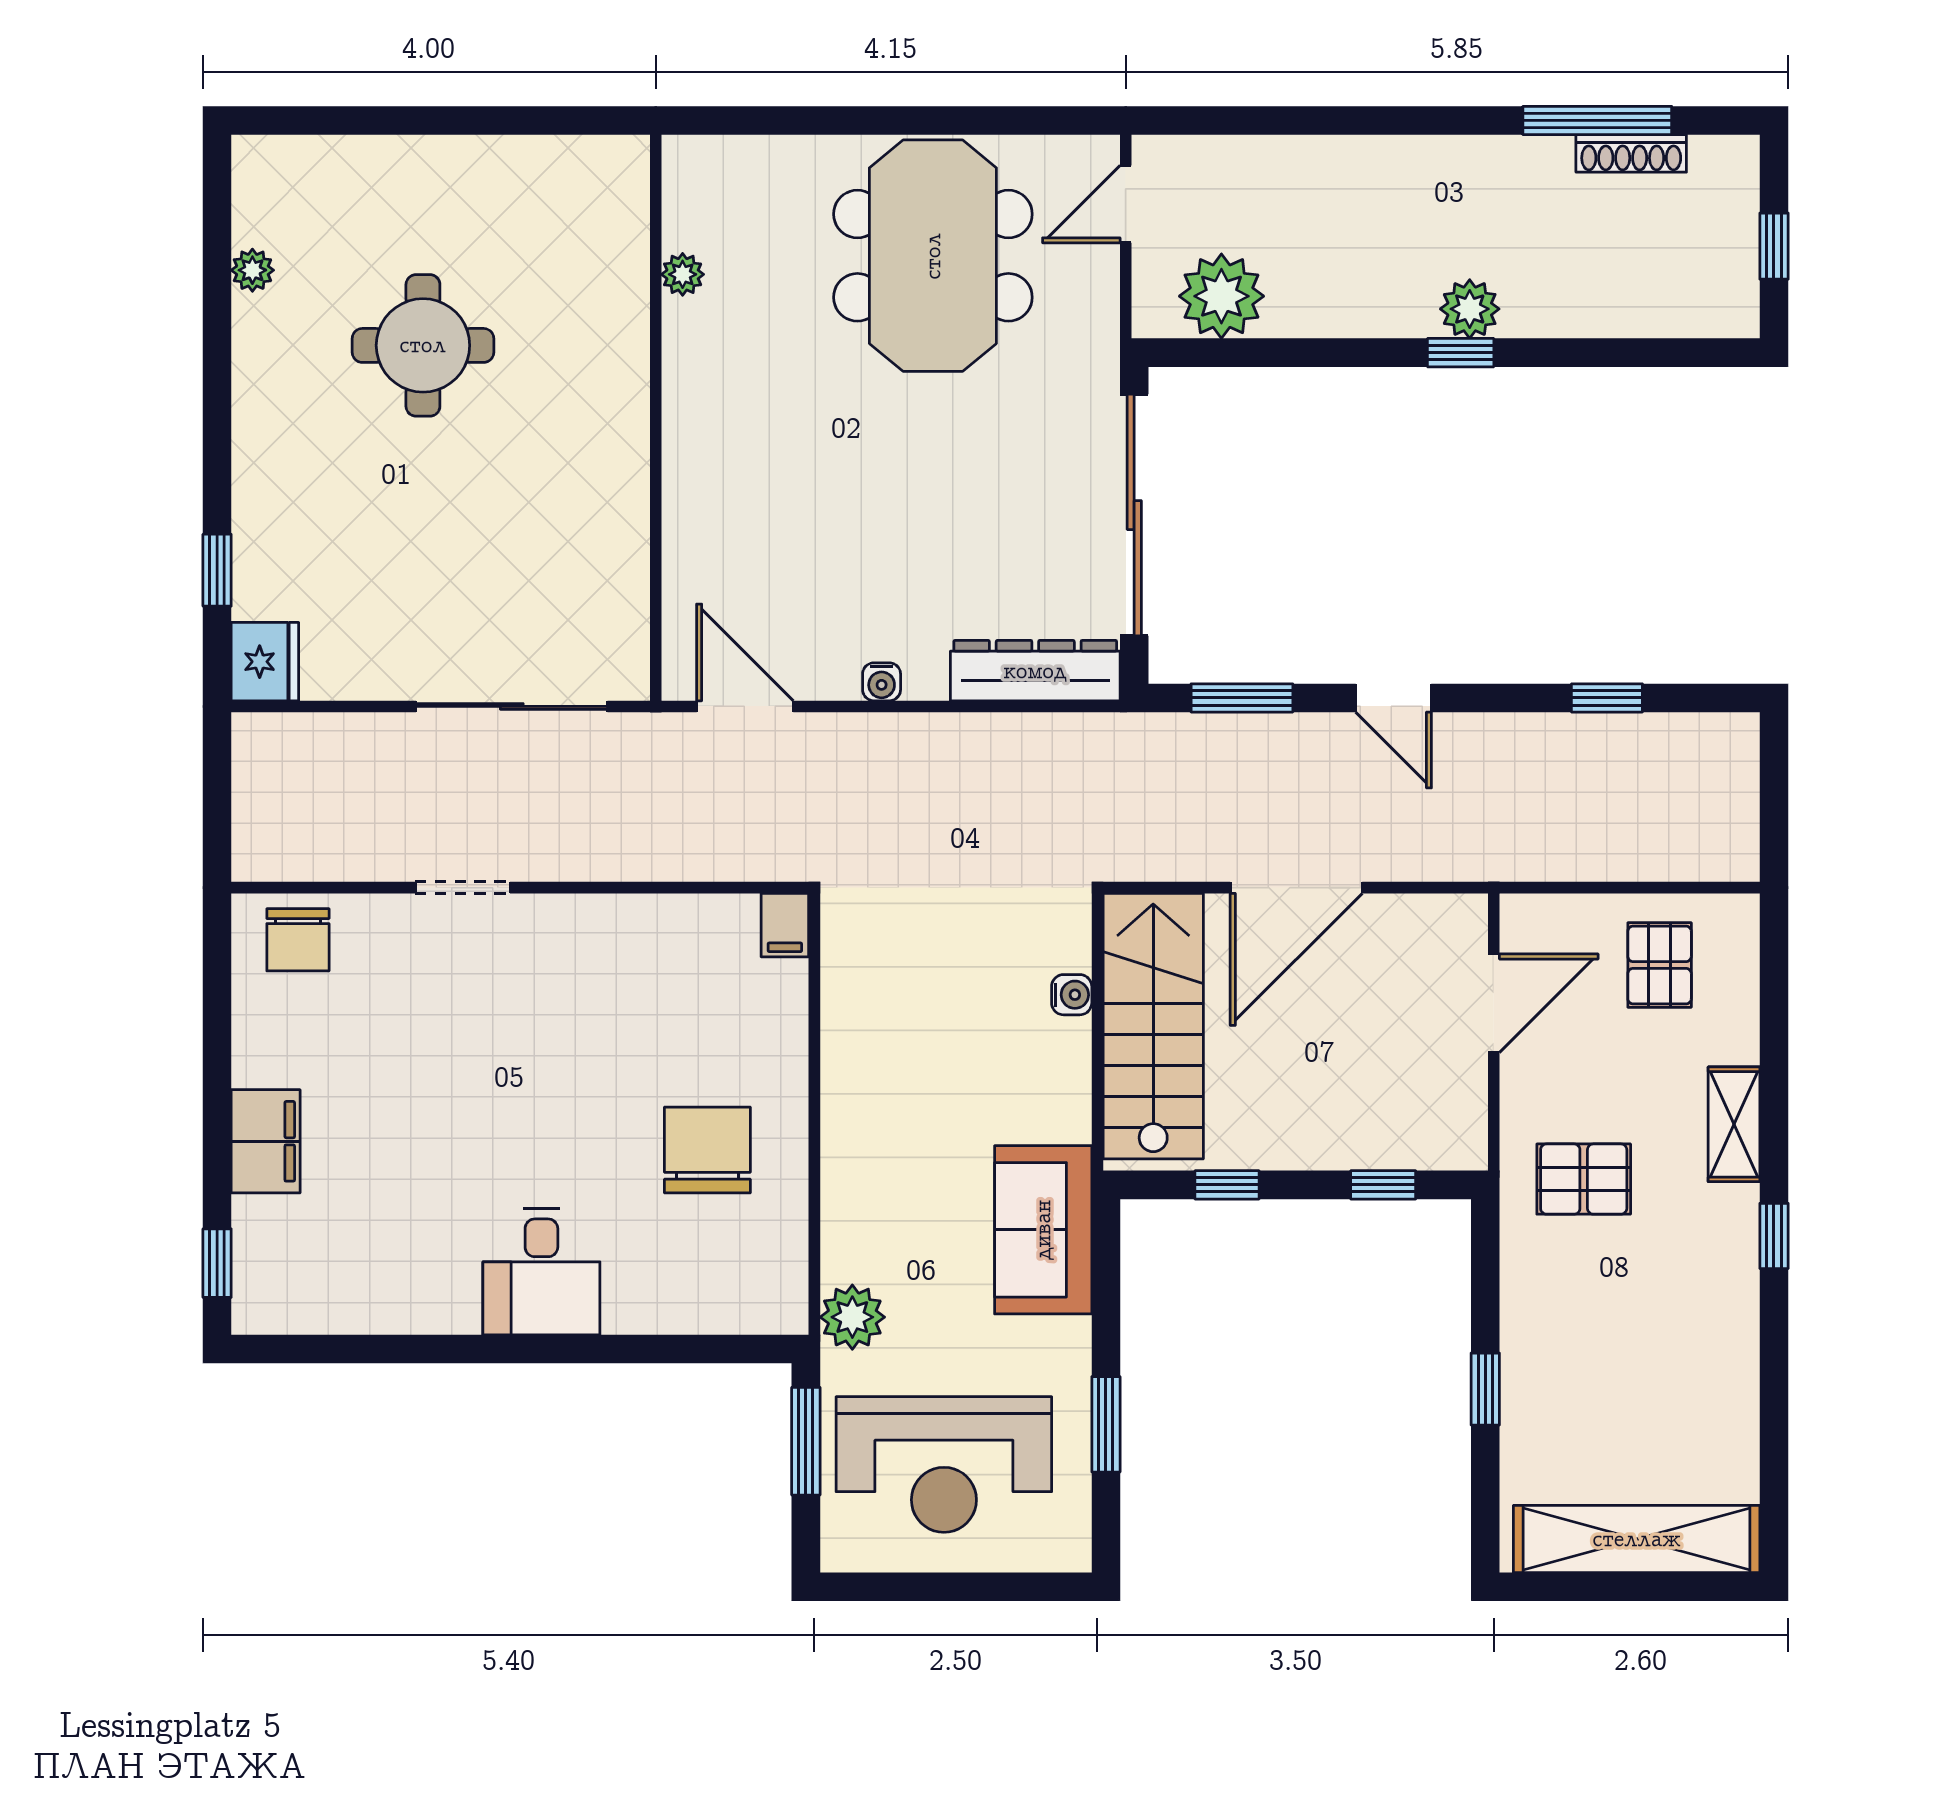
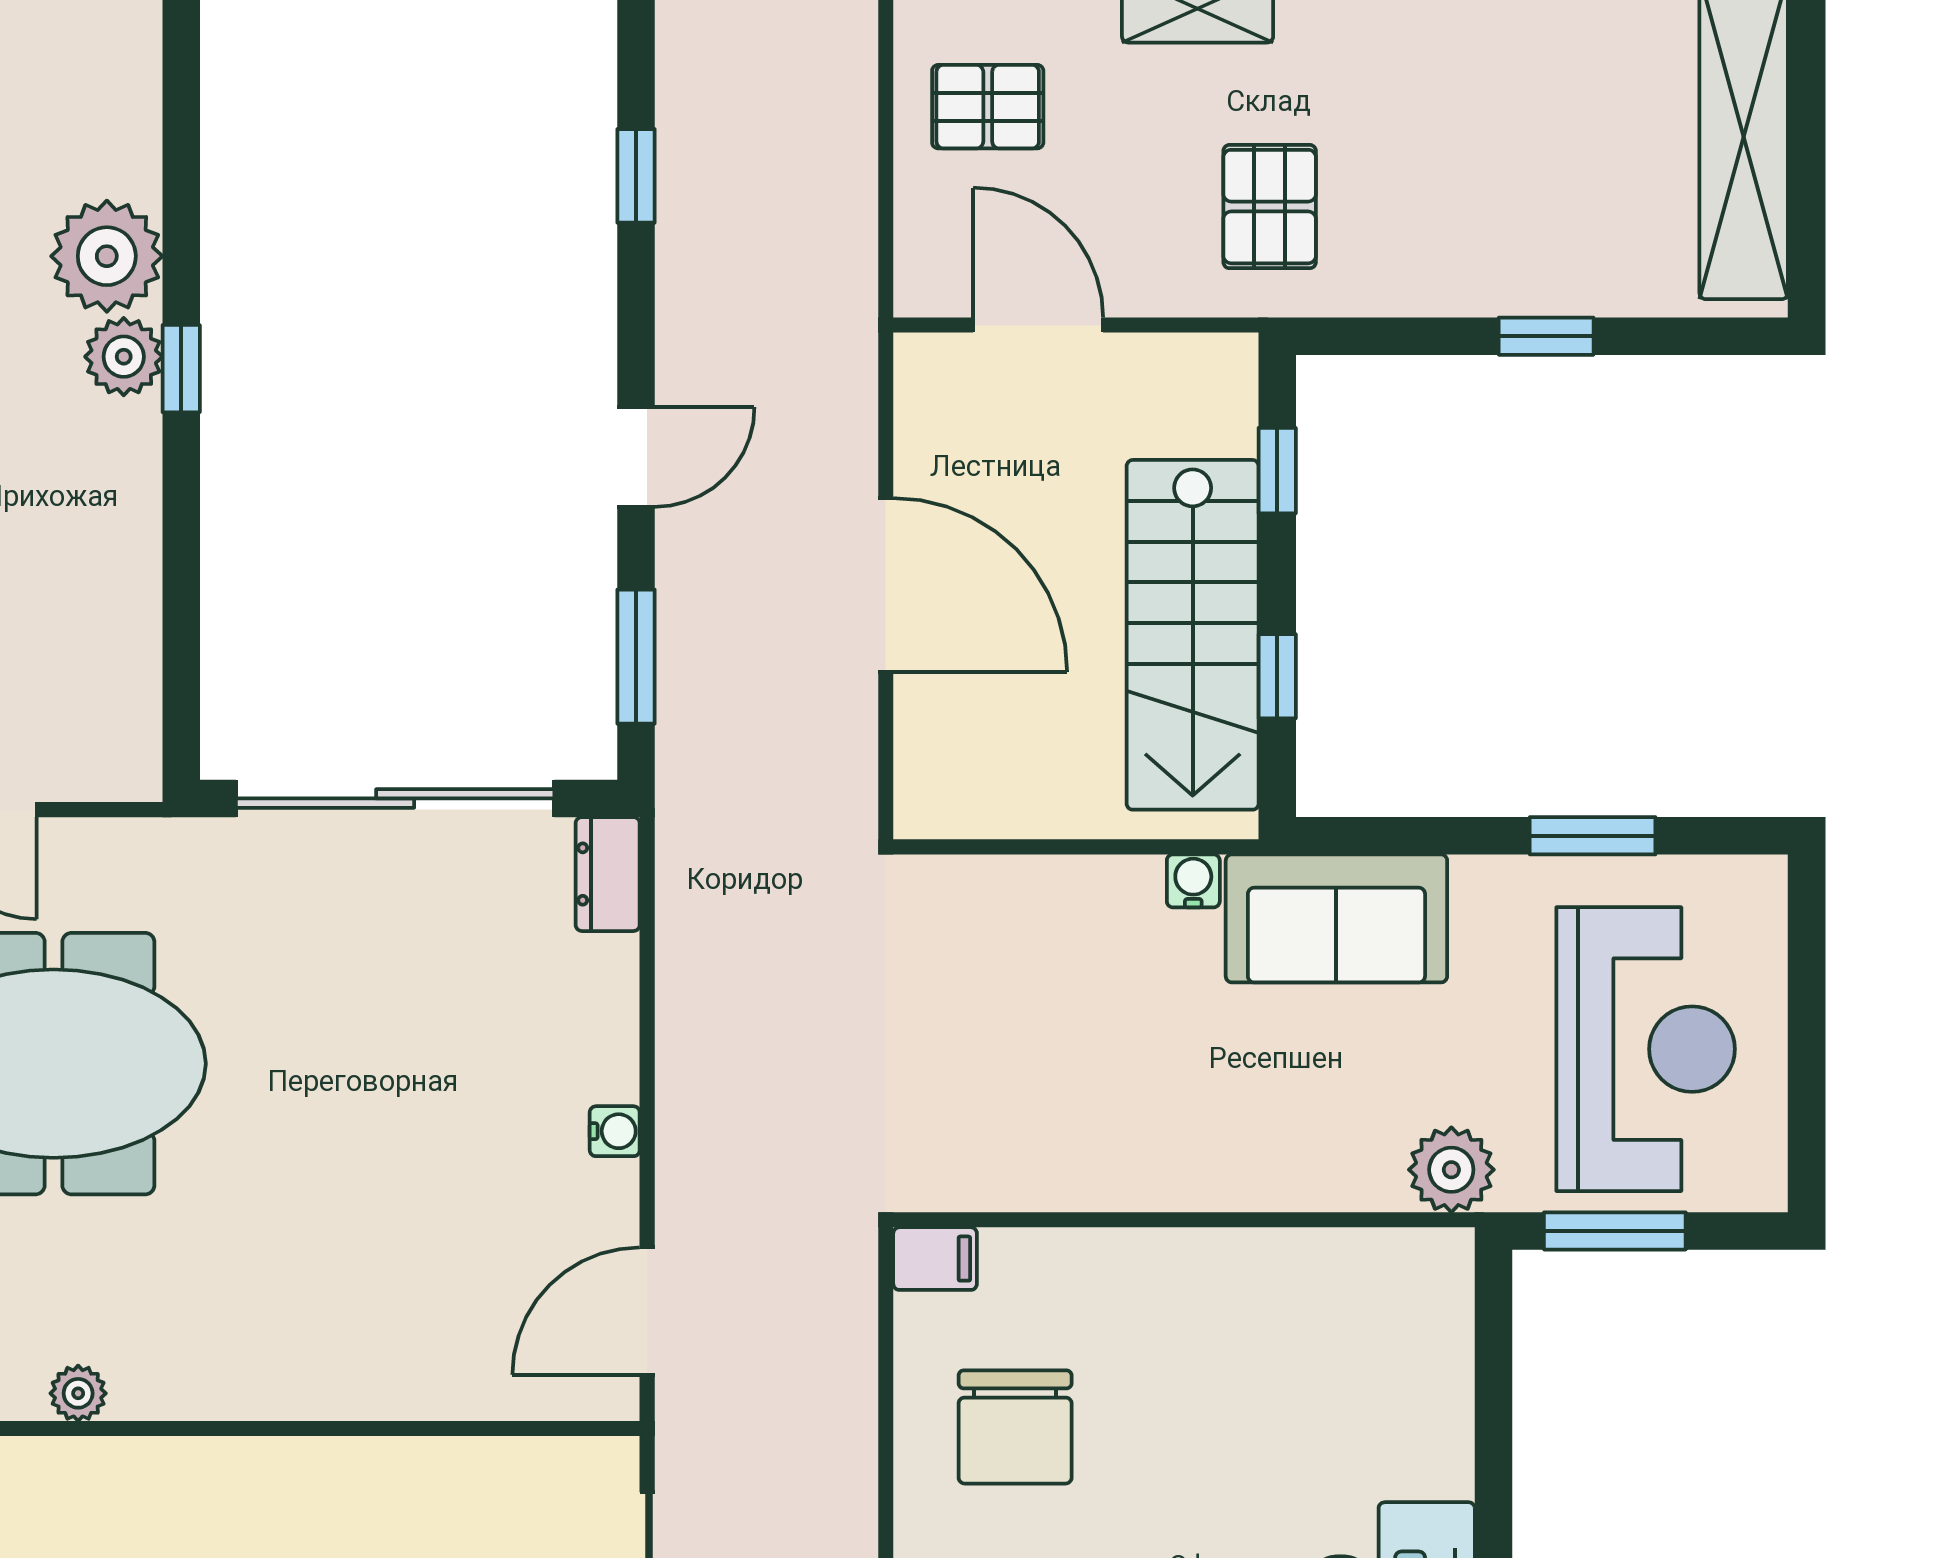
plant: (1221, 296) -> (107, 256), moved
dresser: (1035, 671) -> (608, 874), width x0.51, depth x0.80
water cooler: (1072, 995) -> (1193, 881), moved
stairs: (1153, 1026) -> (1193, 635), moved, turned -90
chair: (707, 1150) -> (1015, 1427), moved, turned -90

